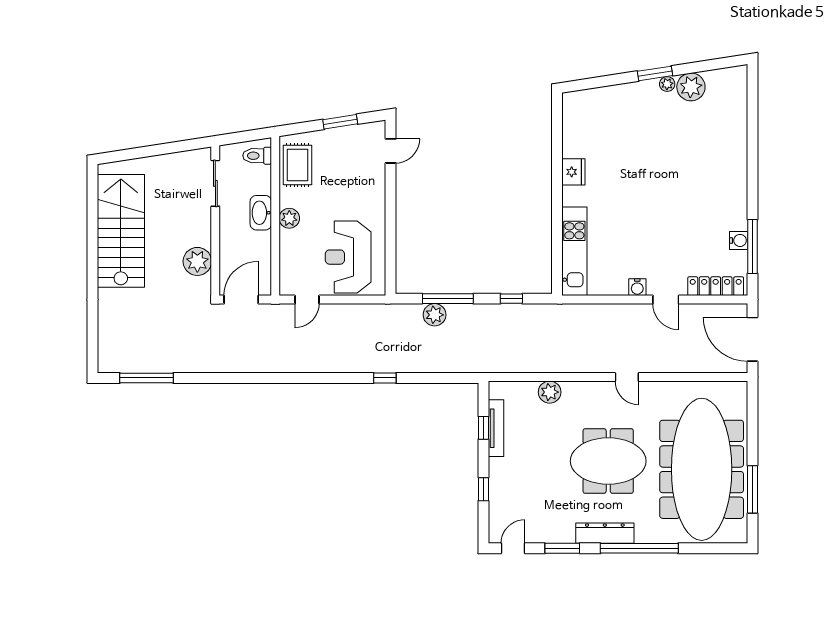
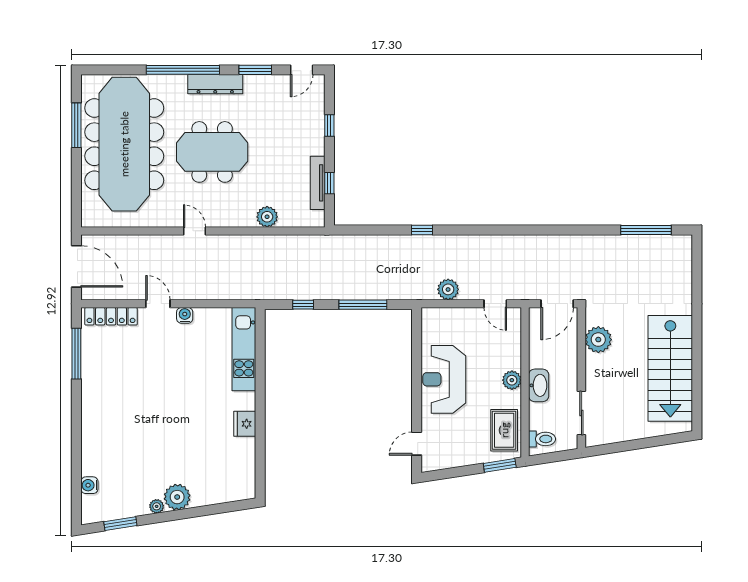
window: (655, 73) -> (120, 524), moved
plant: (691, 87) -> (177, 497), moved
window: (340, 122) -> (500, 465), moved
water cooler: (739, 240) -> (89, 485), moved
reception desk: (348, 257) -> (444, 379), moved, turned 180
door: (307, 300) -> (495, 304), swing flipped
plant: (435, 315) -> (448, 289), moved

